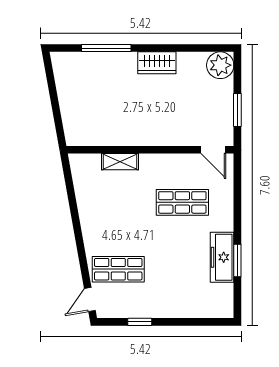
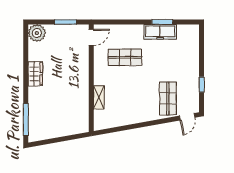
window: (106, 48) -> (26, 120), moved
shop shelf: (182, 202) -> (125, 57), turned 90
door: (90, 299) -> (187, 117), hinge flipped

